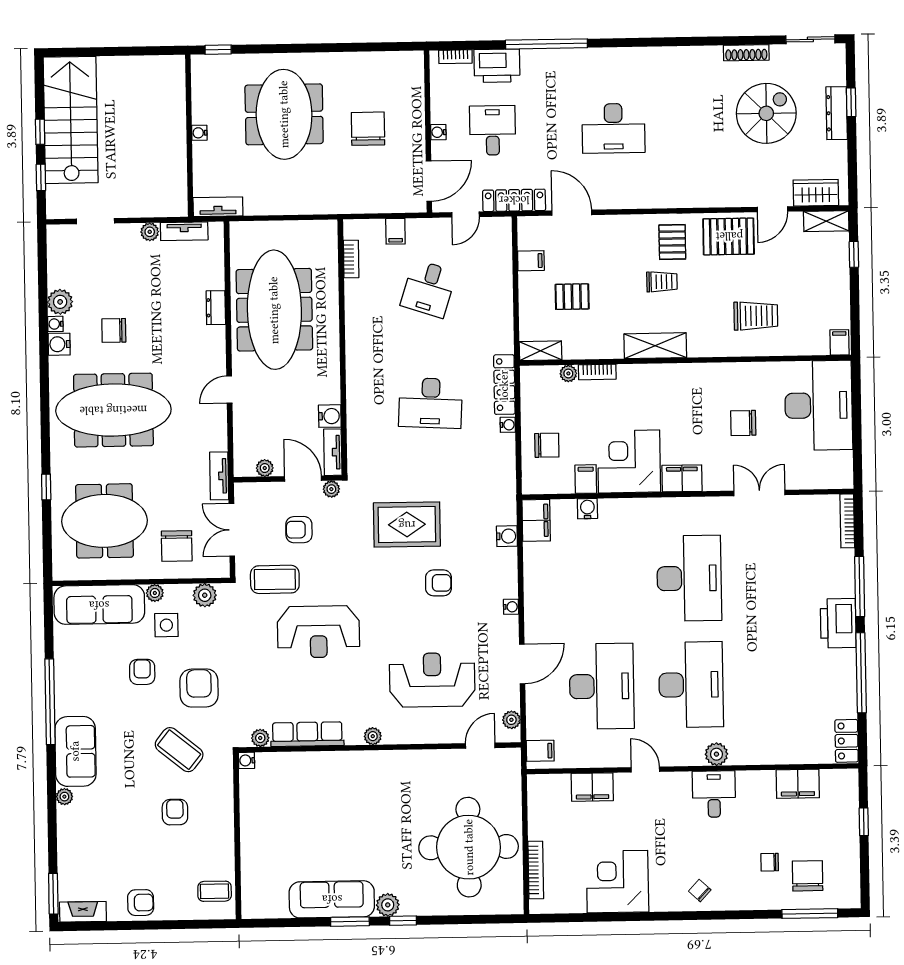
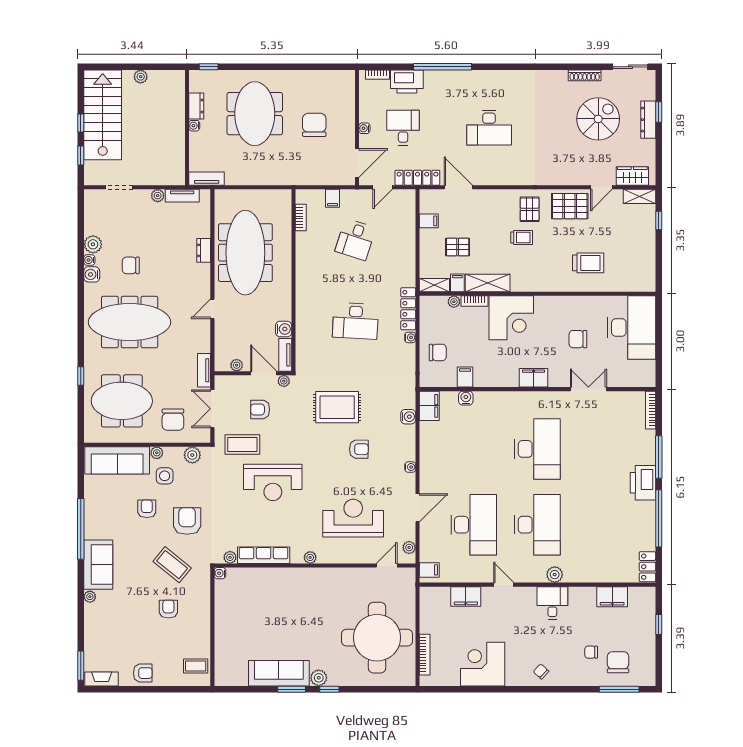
plant: (123, 65) -> (141, 77), added
dresser: (202, 105) -> (196, 106), added
filing cabinet: (839, 342) -> (457, 283), moved
shelving: (655, 346) -> (488, 283), moved
corner desk: (629, 461) -> (511, 318), moved, turned 180

